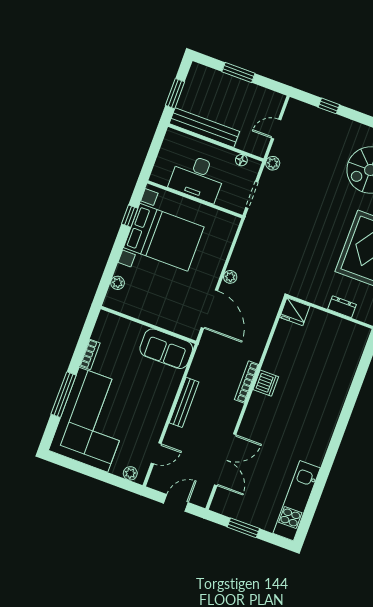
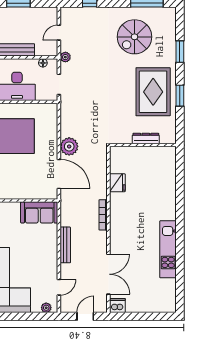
plant: (230, 277) -> (69, 146), width x1.87, depth x1.87
dresser: (342, 307) -> (146, 139), width x1.44
fridge: (295, 312) -> (117, 183), moved, turned -90
dishwasher: (266, 383) -> (117, 306), moved, turned -90
kitchen unit: (297, 501) -> (168, 249), moved
window: (243, 528) -> (138, 316), removed

